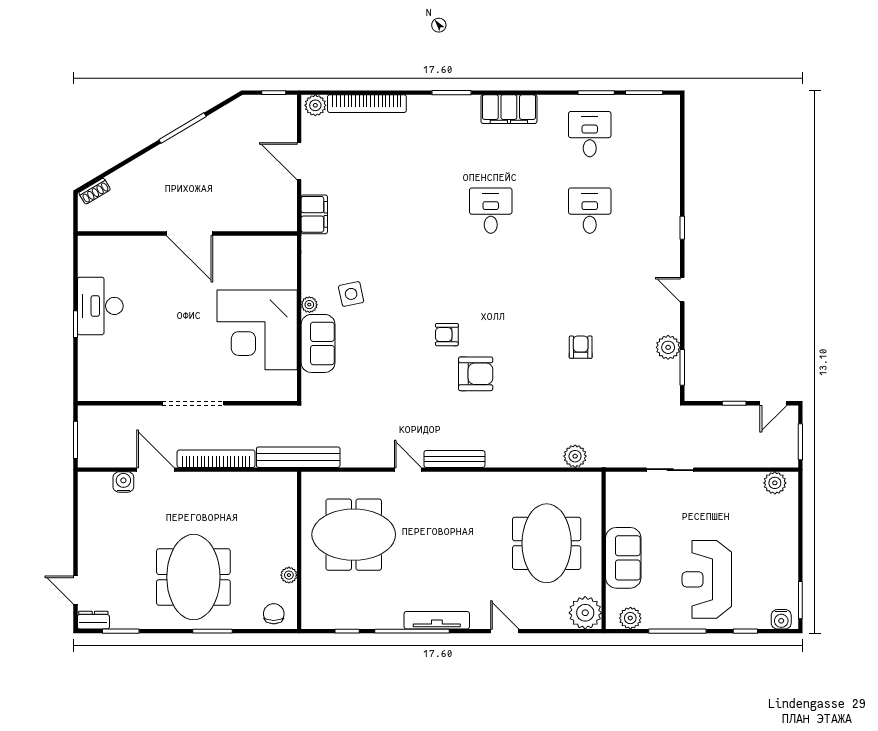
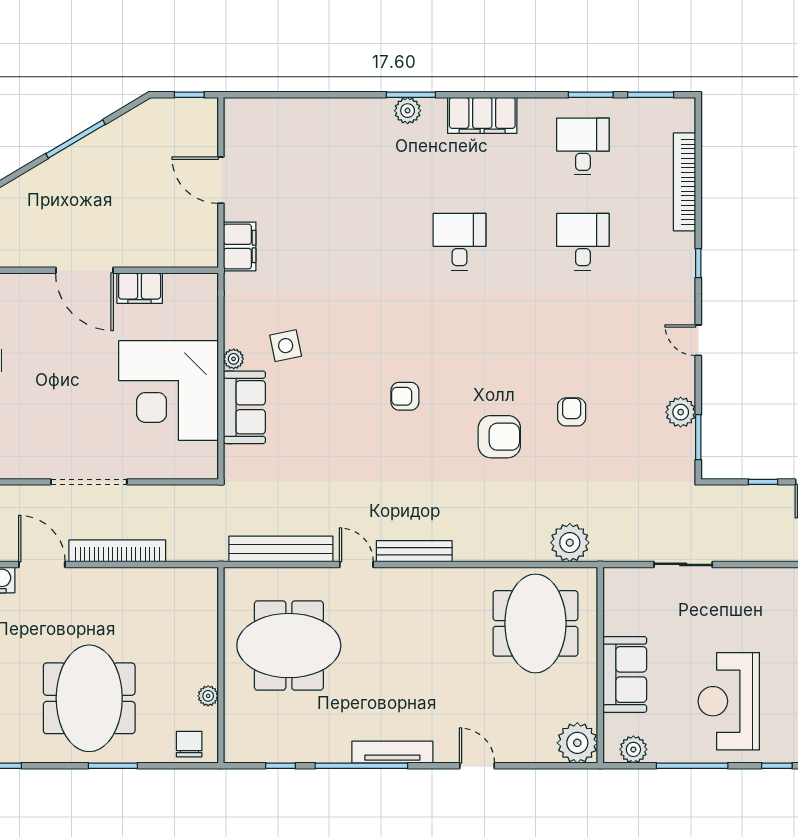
bookcase: (367, 104) -> (685, 182), moved, turned 90
plant: (315, 105) -> (408, 111), moved
filing cabinet: (234, 248) -> (140, 288), added
armchair: (476, 374) -> (499, 437), moved
plant: (575, 456) -> (570, 543), width x1.36, depth x1.36
bench: (298, 457) -> (281, 549), moved
meeting table: (547, 543) -> (535, 623), moved

